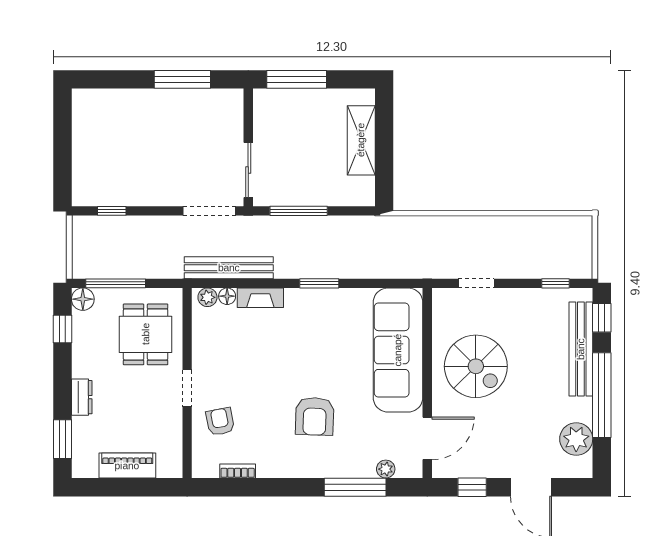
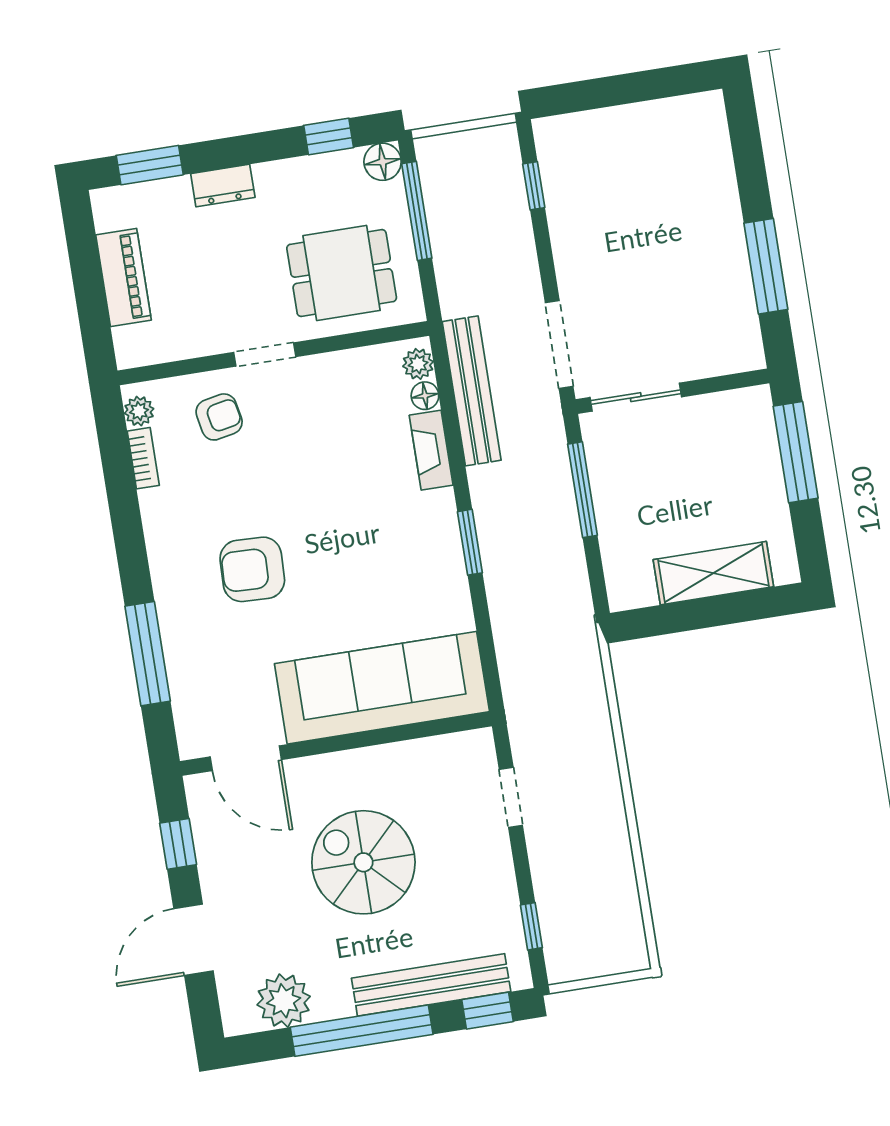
spiral stairs: (476, 366) -> (363, 862), moved, turned 90
plant: (386, 469) -> (139, 411), moved

